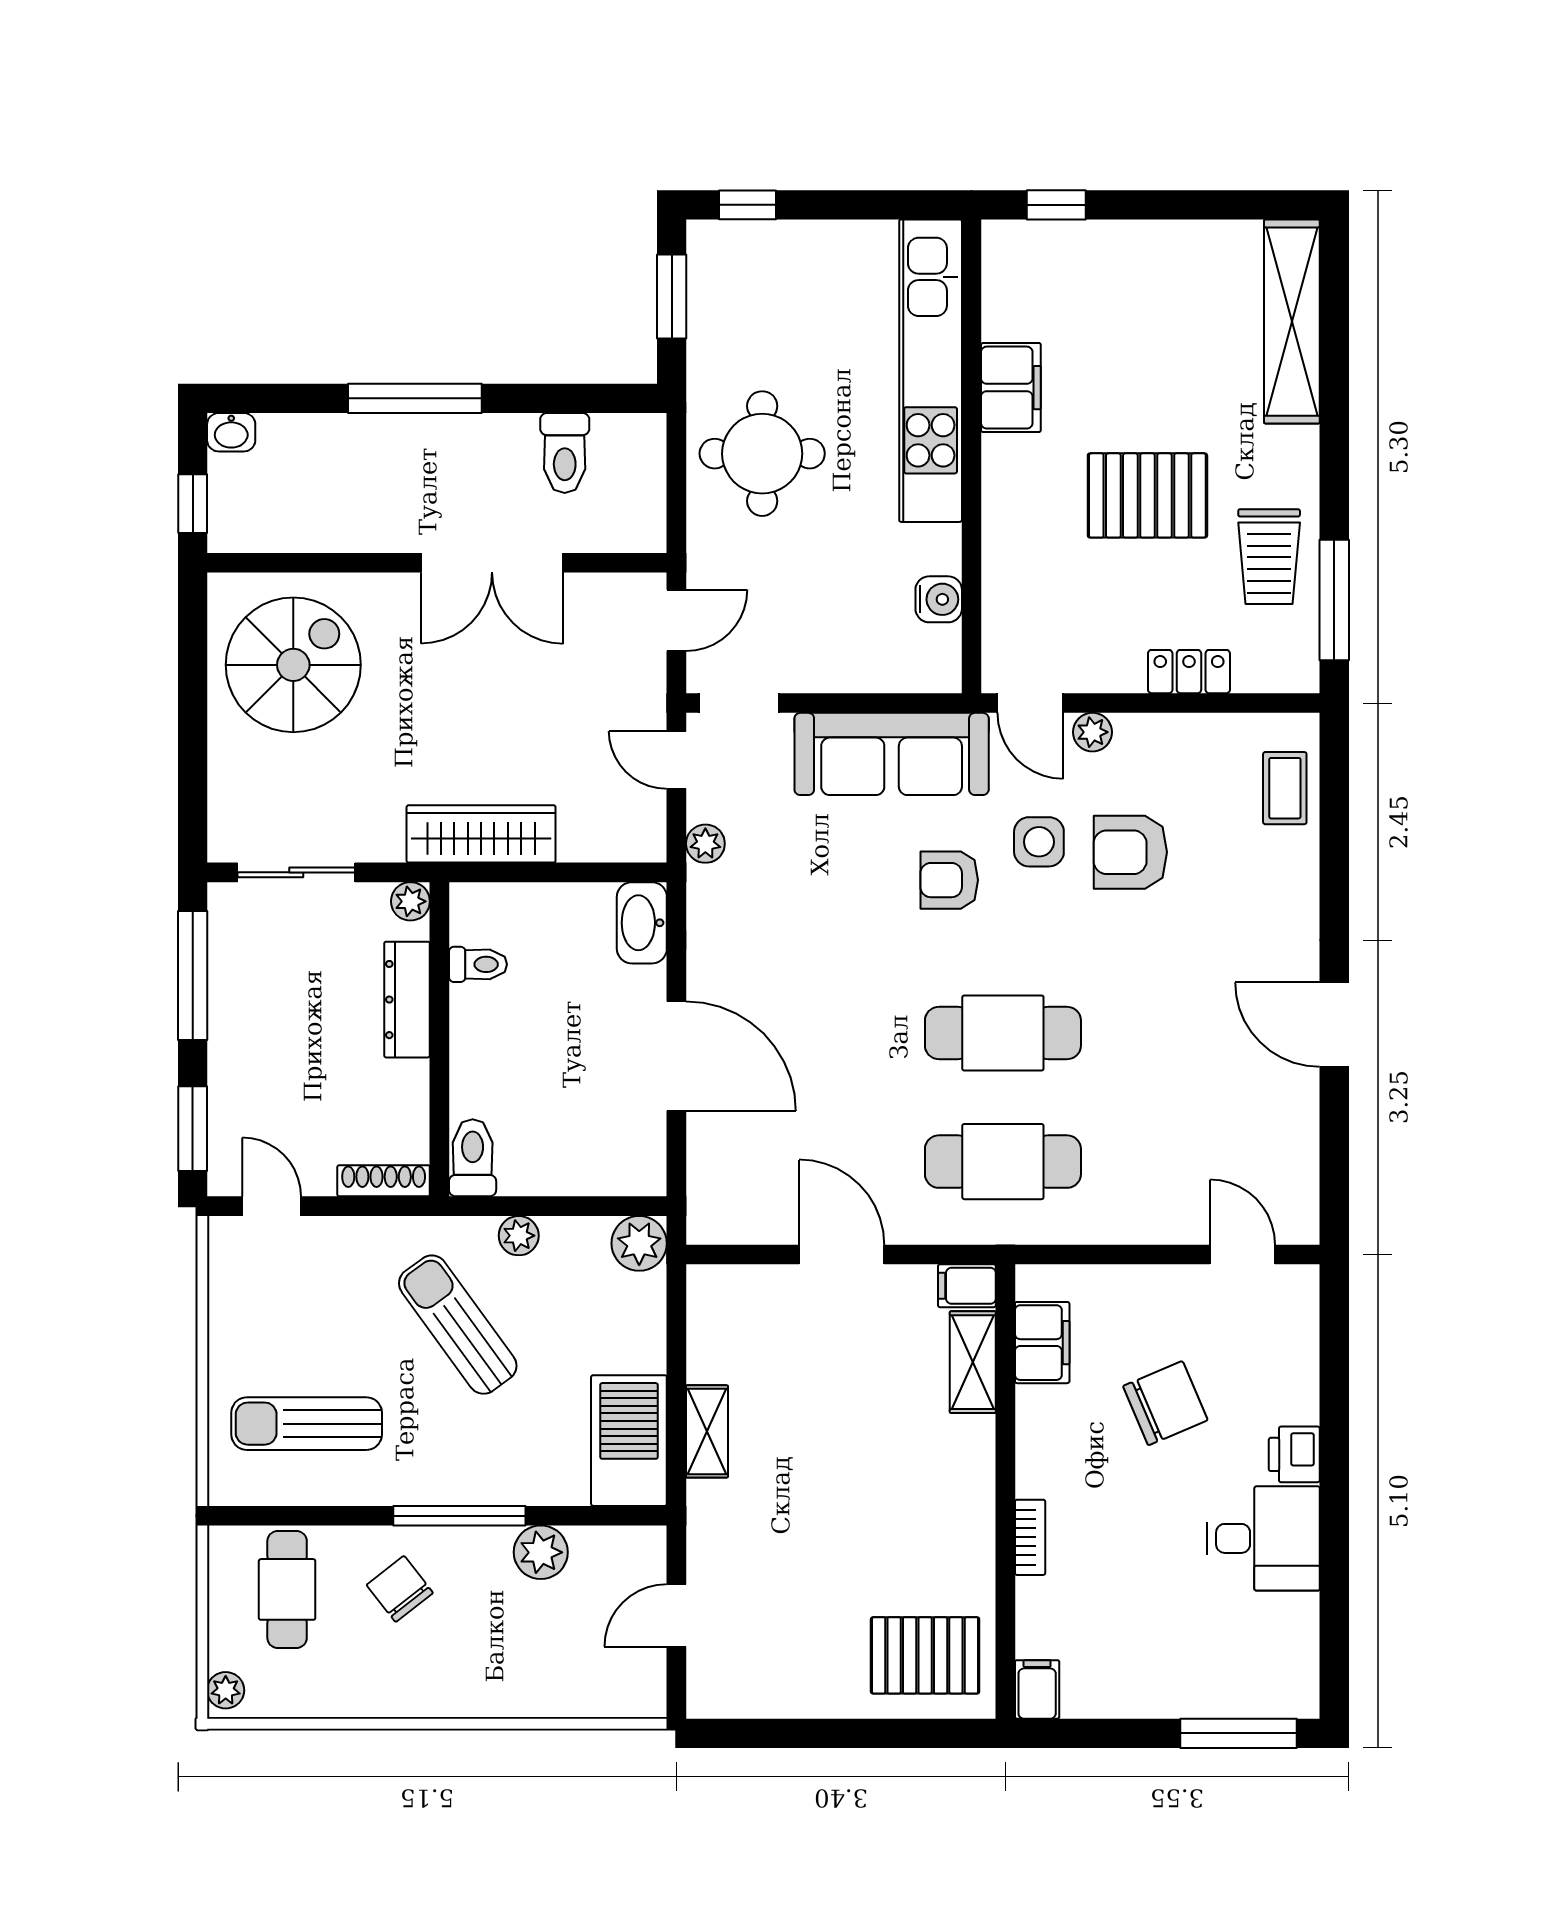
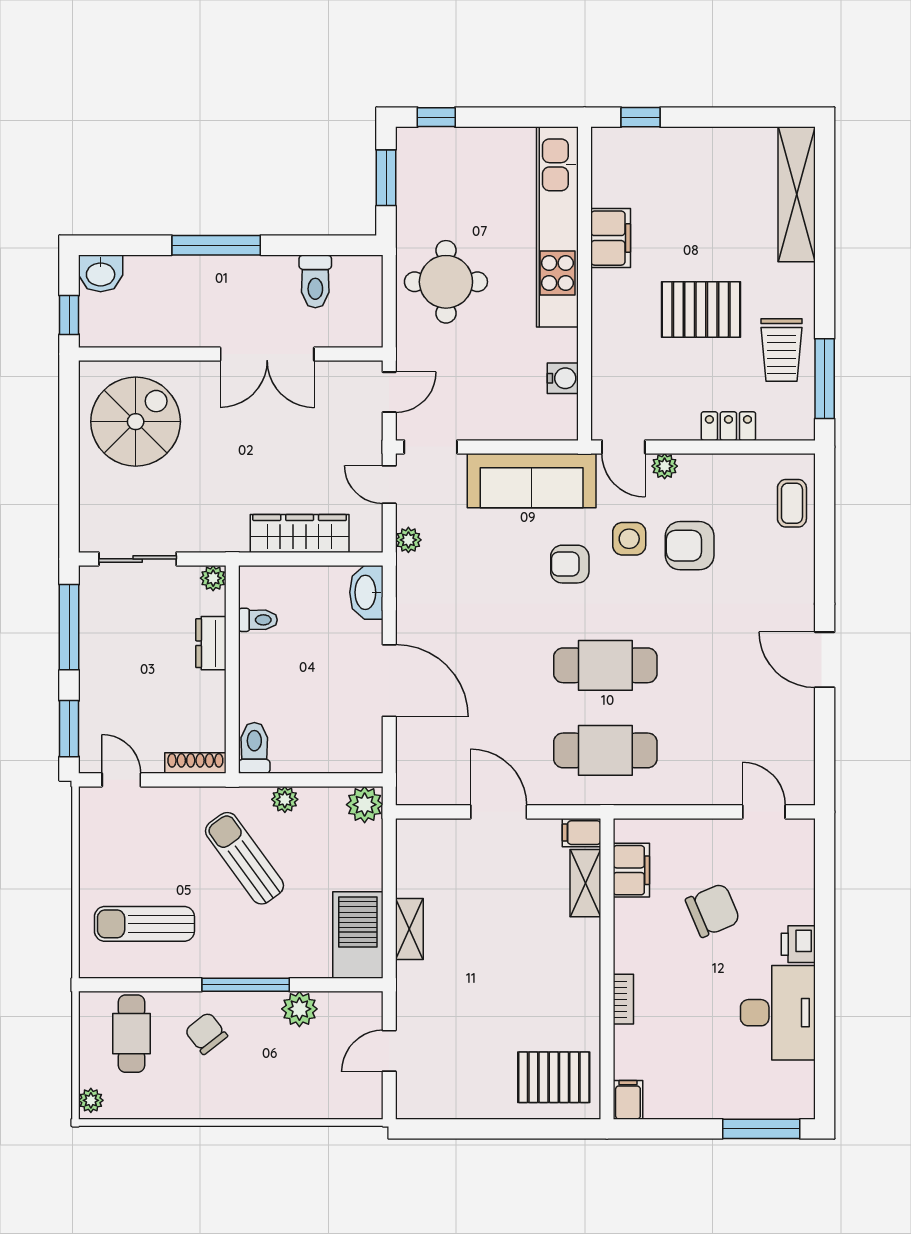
washbasin: (231, 432) -> (101, 273), width x1.38, depth x1.45
wardrobe: (481, 834) -> (300, 534), moved
dresser: (407, 1000) -> (211, 643), width x0.70
desk: (1263, 1538) -> (778, 1013), width x1.37

